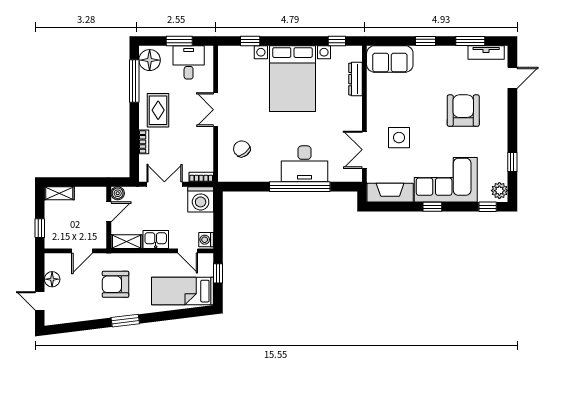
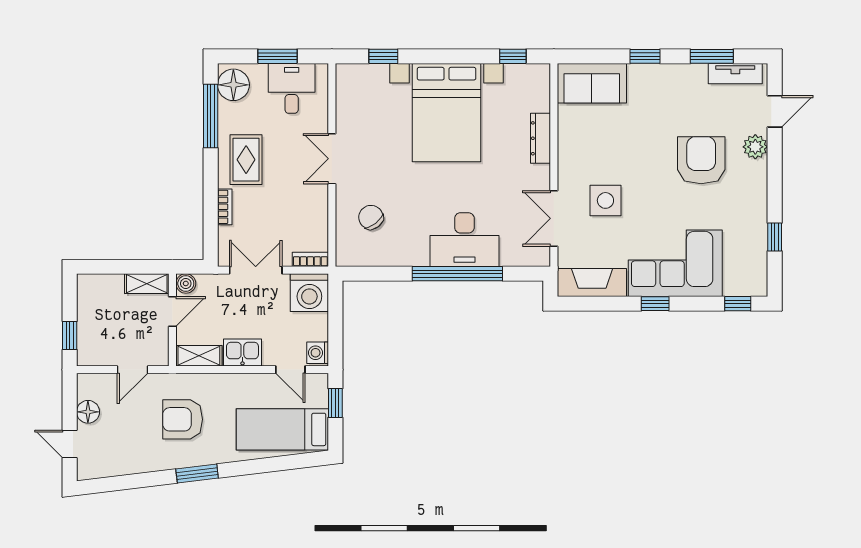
dresser: (355, 79) -> (541, 138), moved
plant: (499, 191) -> (755, 147), moved
shelving: (59, 193) -> (147, 284), moved

